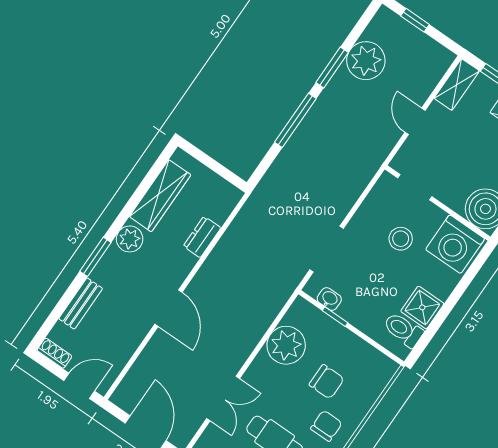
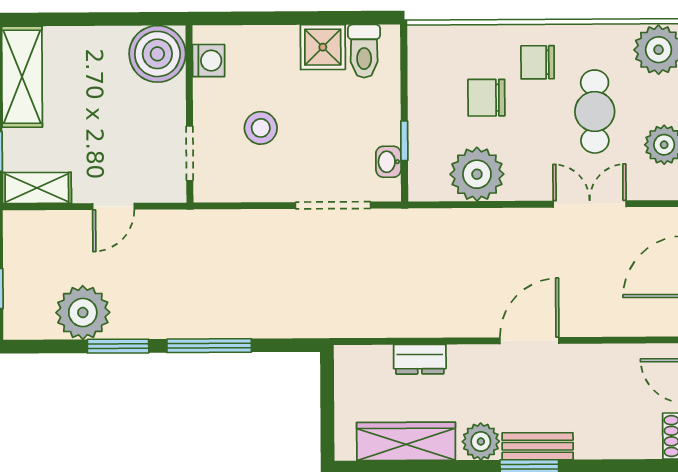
washing machine: (455, 244) -> (209, 61), width x0.53, depth x0.53
bench: (81, 304) -> (538, 446), moved
chair: (327, 382) -> (486, 98), turned -90

